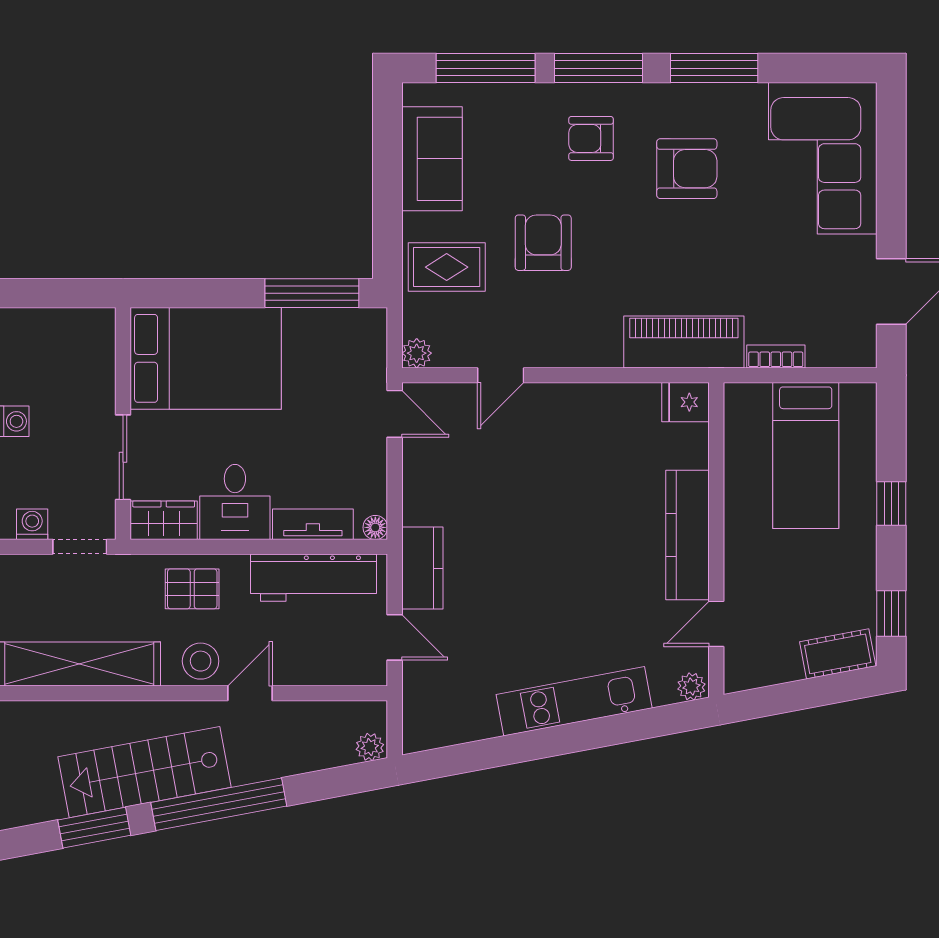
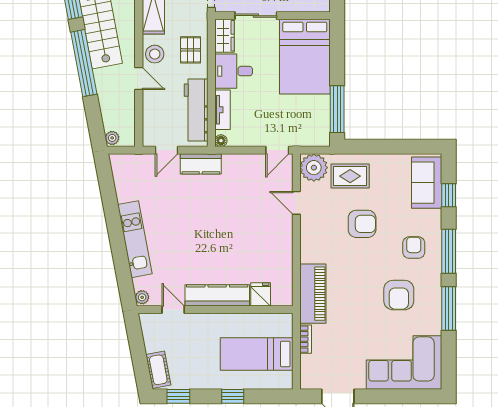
window: (486, 68) -> (449, 195), width x0.46
sofa: (432, 159) -> (427, 183), moved, turned 90
rug: (447, 267) -> (350, 176), turned 90
plant: (417, 353) -> (314, 168), width x1.88, depth x1.88
fridge: (686, 402) -> (261, 294), moved

